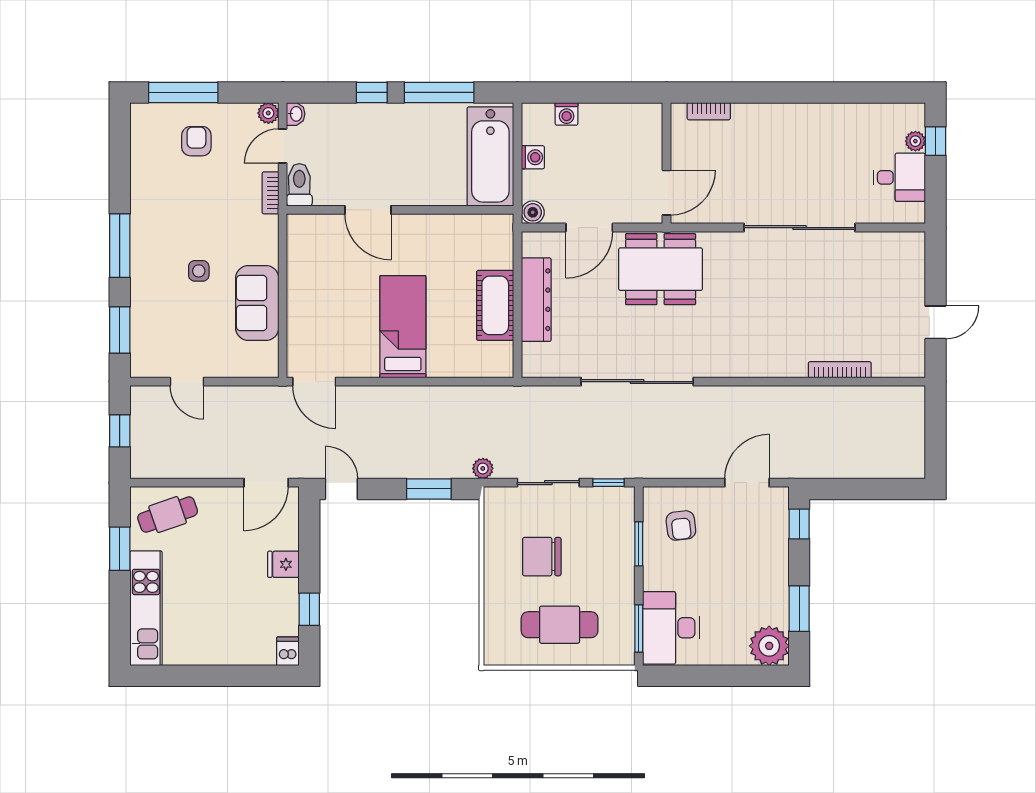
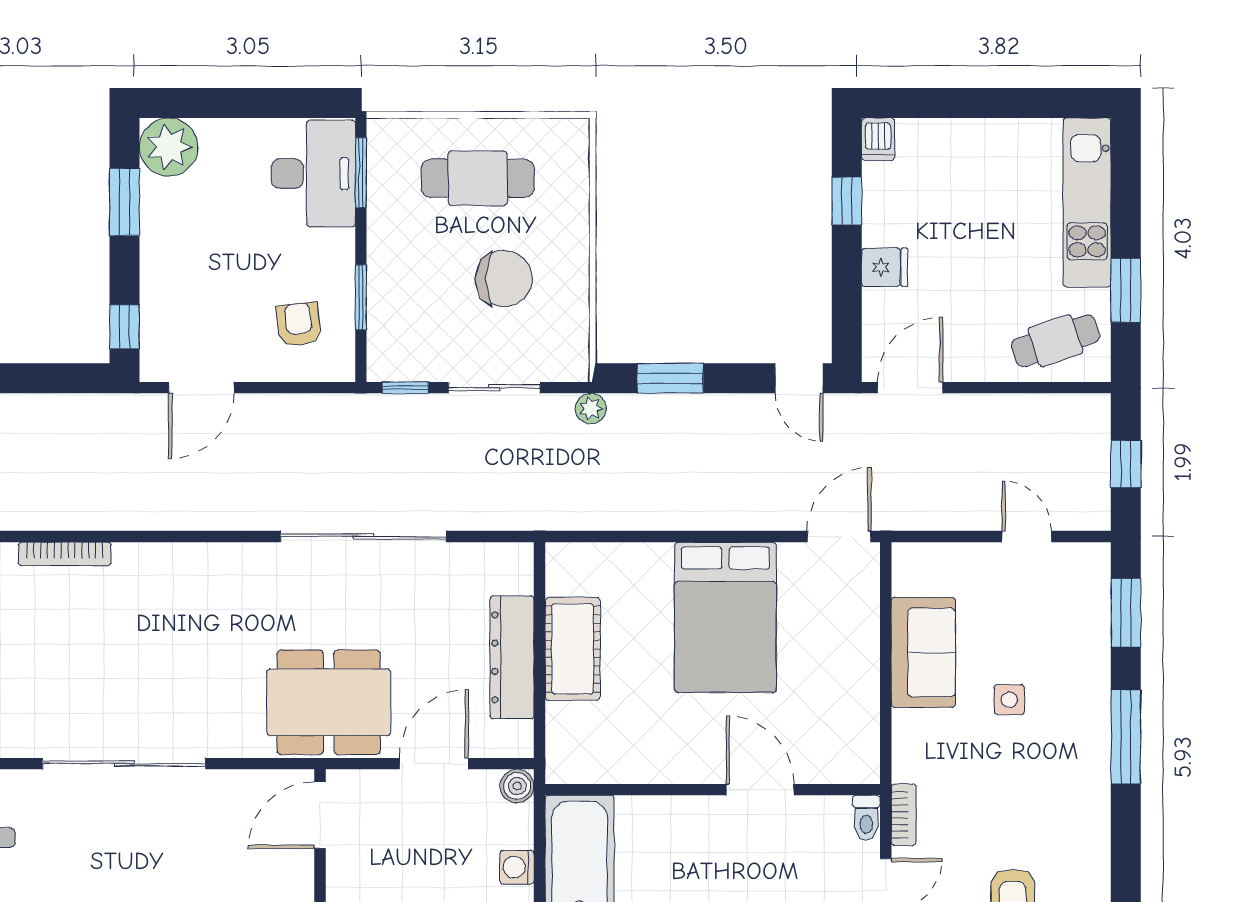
toilet: (299, 185) -> (866, 818), width x0.73, depth x0.72
bed: (403, 327) -> (725, 617), width x1.50
door: (314, 382) -> (839, 537), hinge flipped

